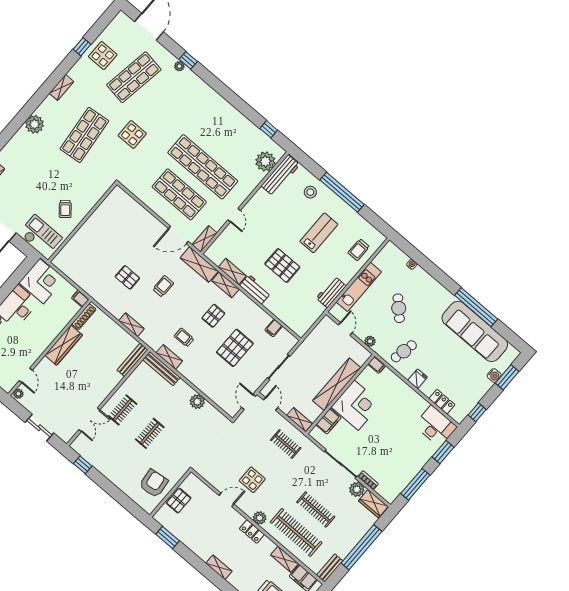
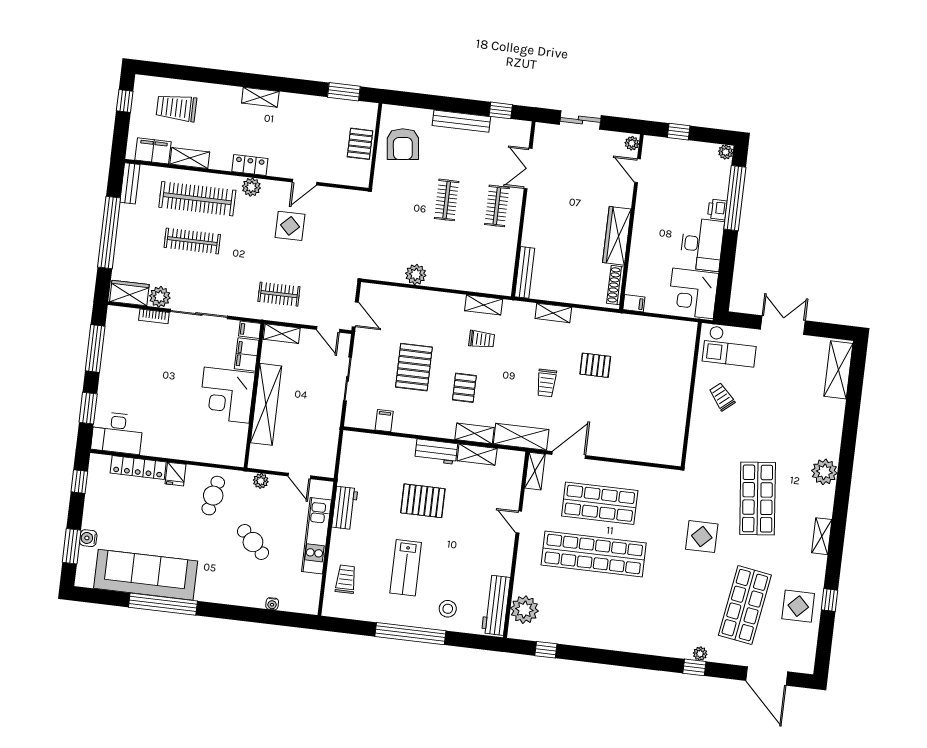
filing cabinet: (377, 365) -> (250, 330), moved
bench: (161, 369) -> (461, 121), moved
locker: (442, 402) -> (138, 468), width x1.53

